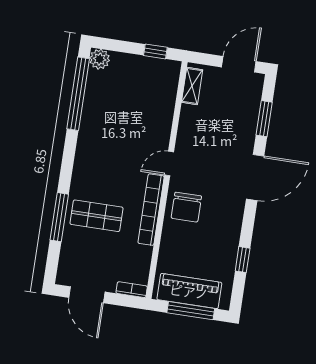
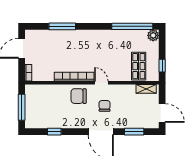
chair: (211, 164) -> (105, 106), added
shop shelf: (96, 216) -> (139, 66), moved
piano: (189, 291) -> (32, 105), removed

